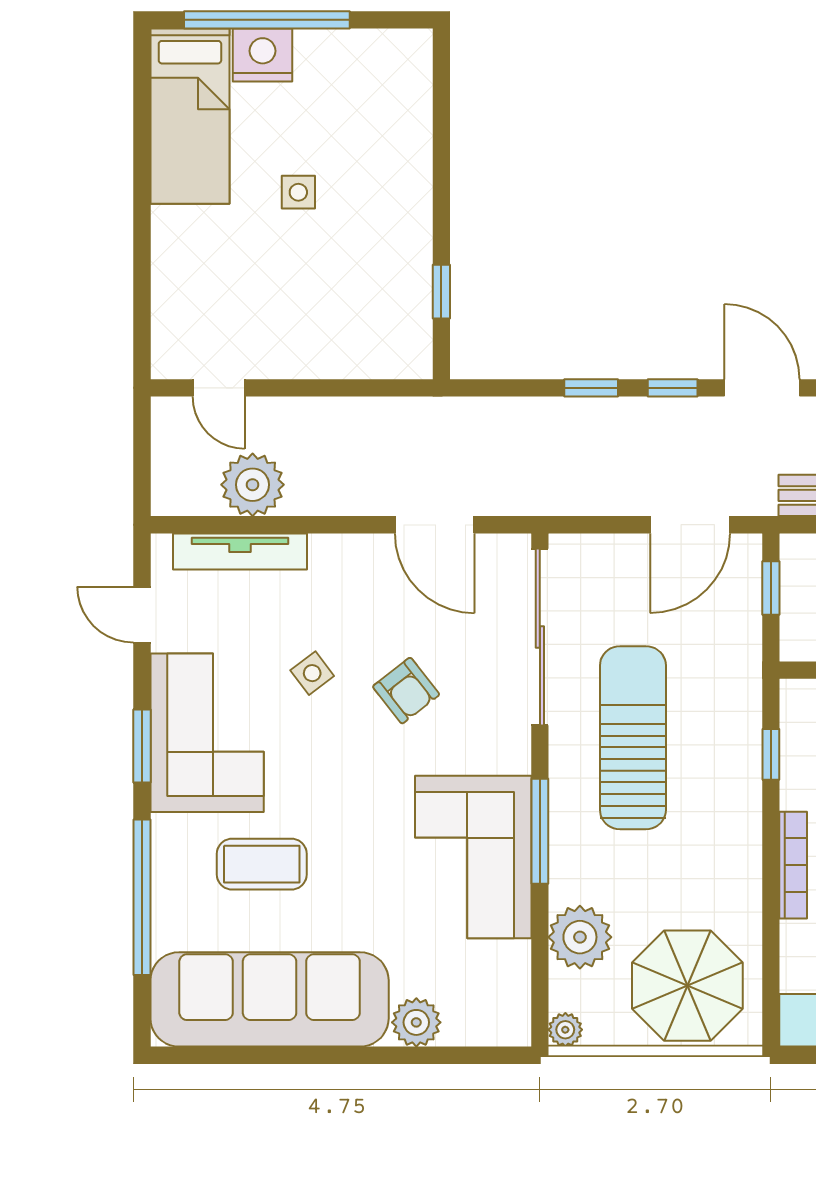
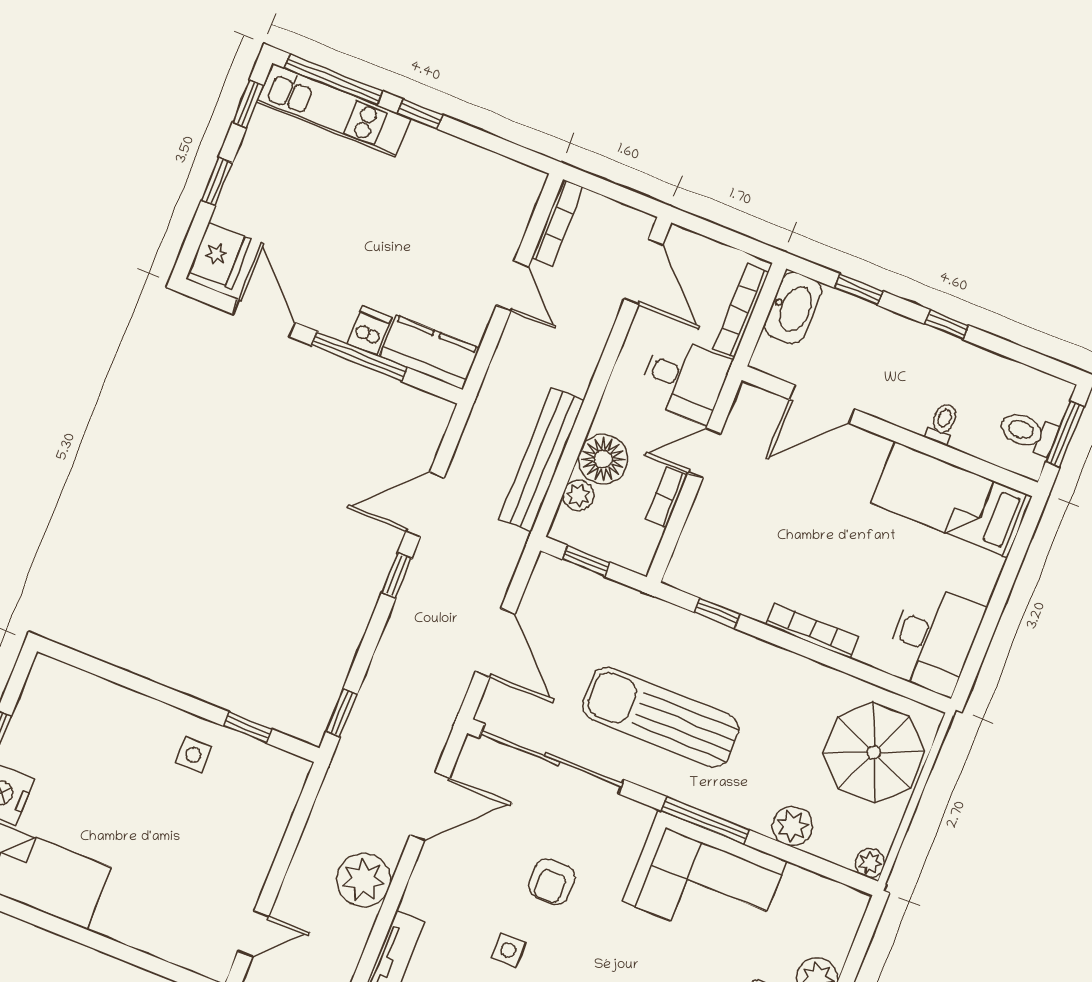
side table: (298, 192) -> (193, 755), moved
window: (591, 388) -> (342, 713), moved
plant: (253, 485) -> (364, 880), moved
door: (690, 525) -> (495, 643), moved
side table: (312, 673) -> (508, 950), turned 37
armchair: (406, 691) -> (552, 882), turned 128
plant: (580, 937) -> (792, 826), width x0.73, depth x0.73

